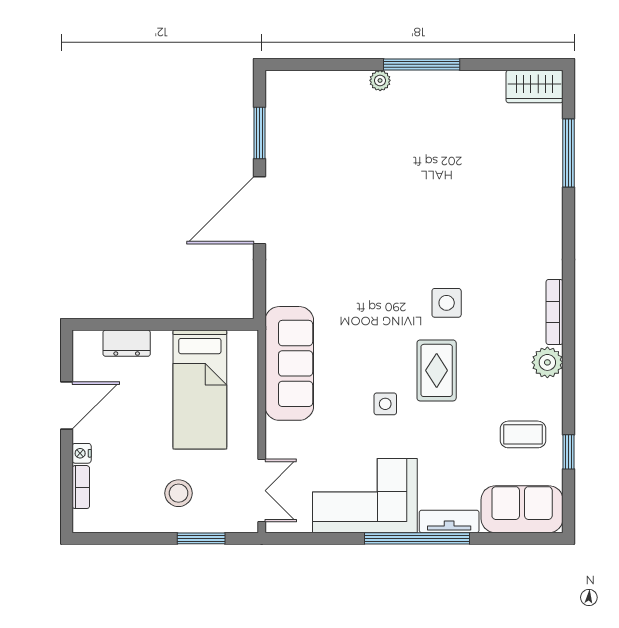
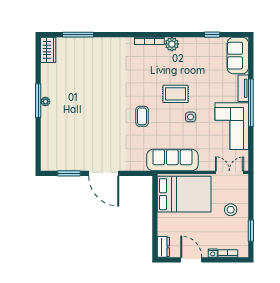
plant: (380, 80) -> (45, 102), moved
side table: (447, 303) -> (145, 89), removed
dresser: (127, 343) -> (163, 247), moved
bed: (200, 390) -> (184, 194), width x1.50
coffee table: (523, 434) -> (142, 116), moved
window: (201, 538) -> (251, 231), moved

